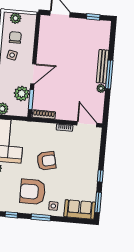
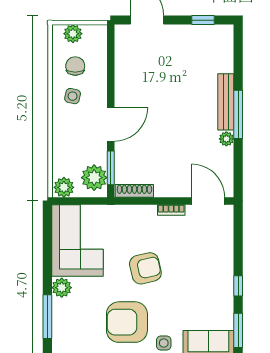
plant: (22, 94) -> (94, 178), moved

